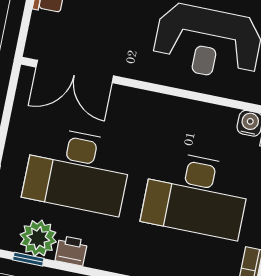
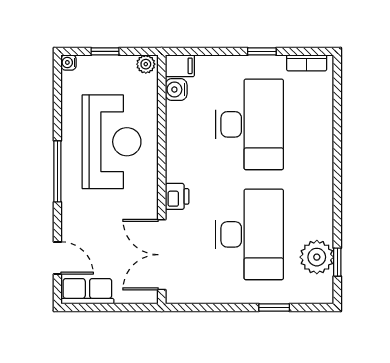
double door: (75, 71) -> (162, 255), swing flipped
printer: (71, 251) -> (177, 196), moved, turned 180

